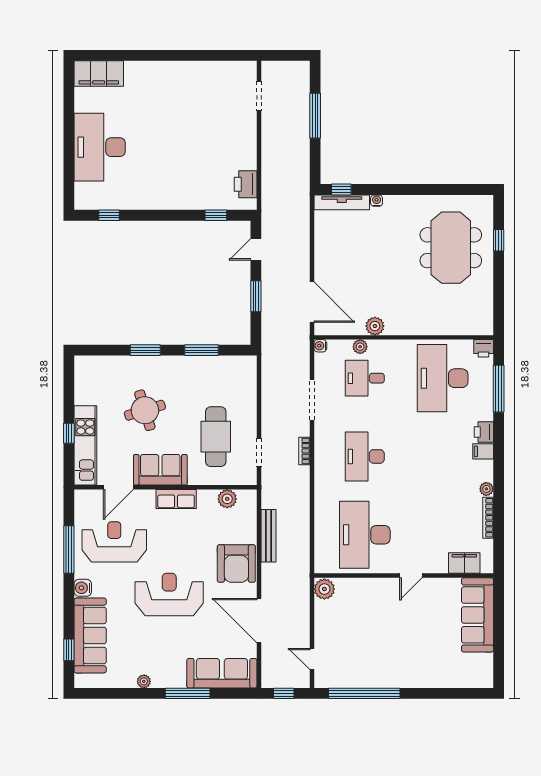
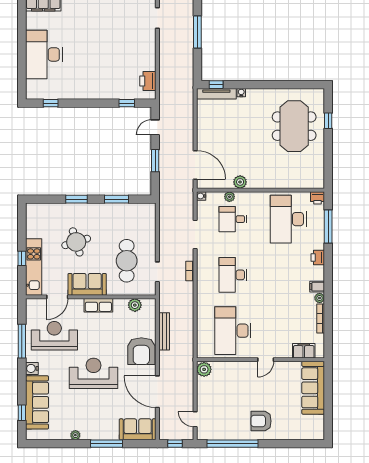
filing cabinet: (483, 451) -> (317, 287), moved
armchair: (404, 662) -> (261, 421), added
sofa: (222, 673) -> (138, 429), width x0.73

